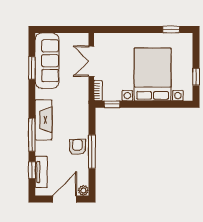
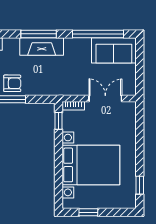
sofa: (47, 61) -> (114, 50), width x0.73
window: (32, 68) -> (98, 34), width x2.11
window: (32, 135) -> (39, 34), moved

